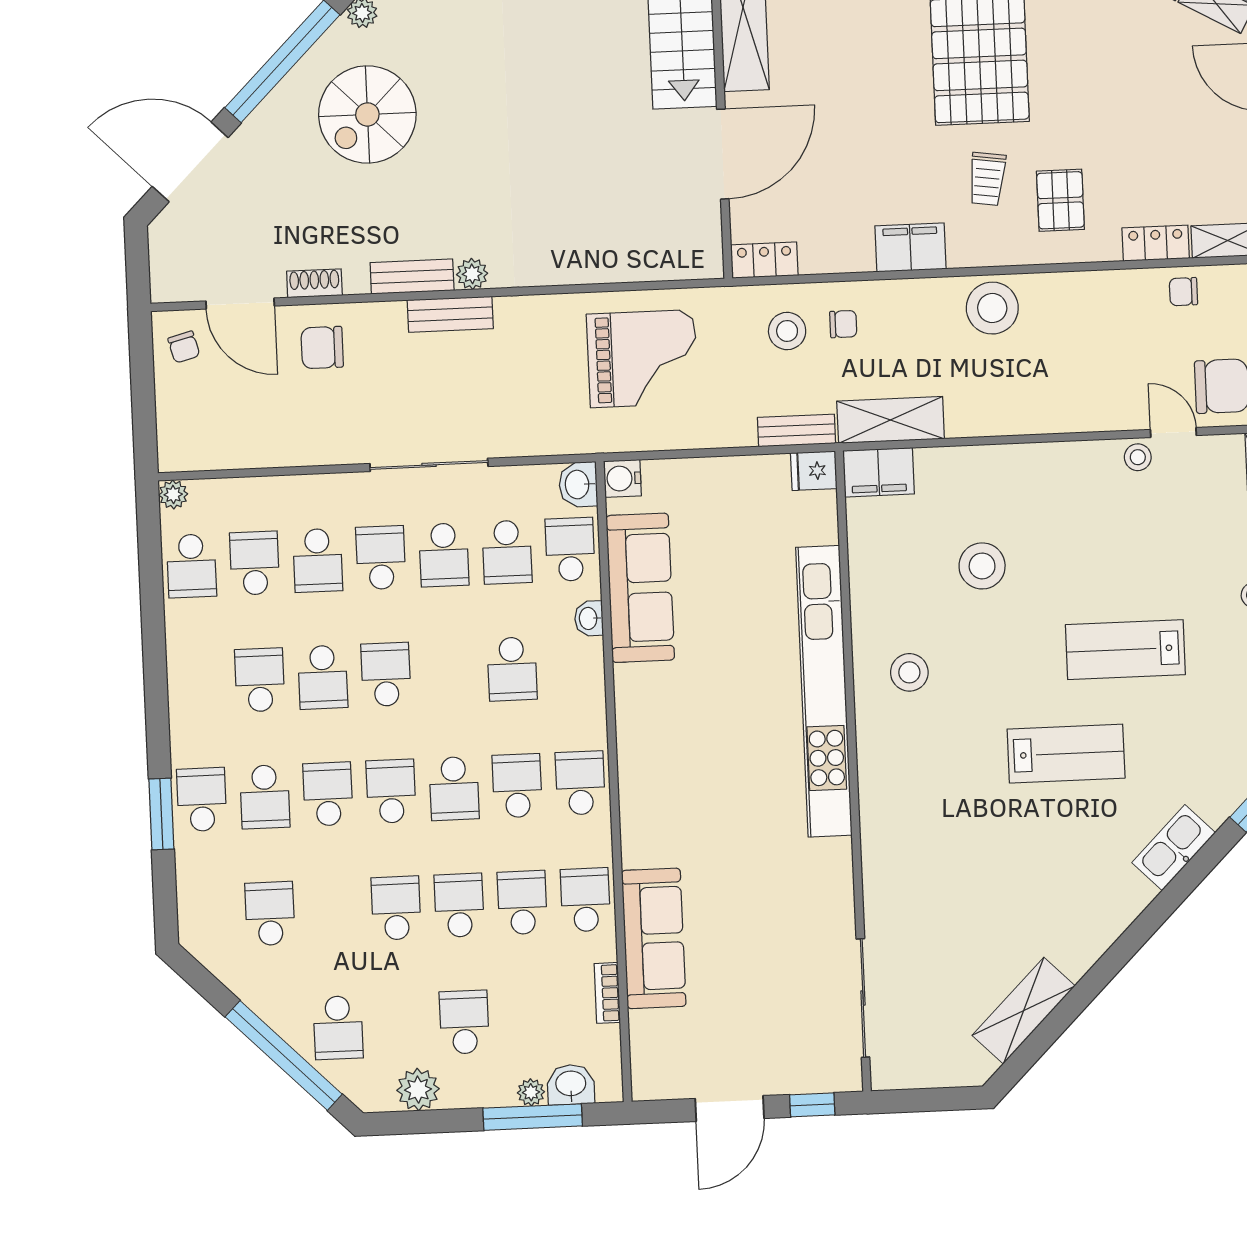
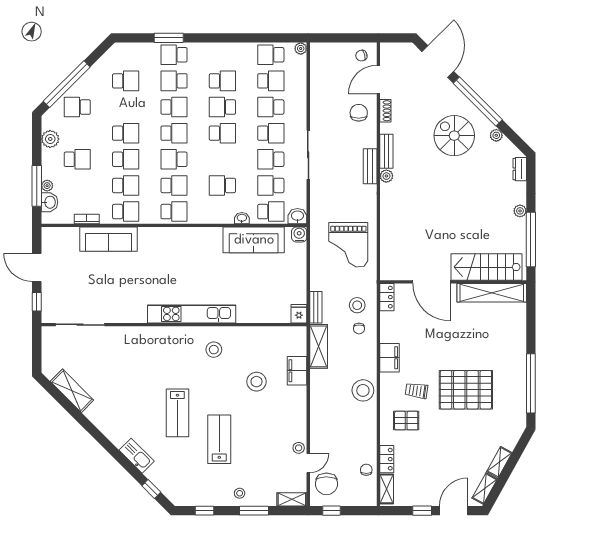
filing cabinet: (879, 472) -> (297, 371), moved
kitchen unit: (824, 691) -> (192, 314), width x0.73
school desk: (202, 800) -> (174, 55), turned 180

